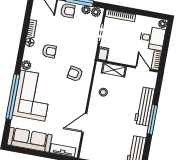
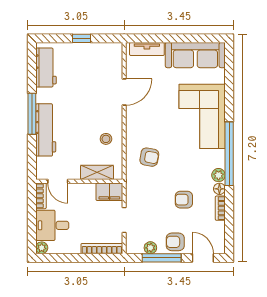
plant: (96, 12) -> (136, 247), removed
armchair: (49, 51) -> (184, 200), moved
filing cabinet: (103, 54) -> (109, 192), width x2.00
plant: (26, 65) -> (219, 175), moved
window: (13, 97) -> (229, 154), moved

